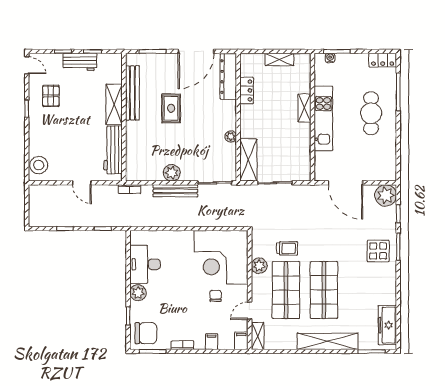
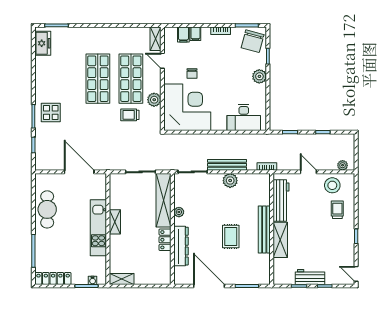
door: (196, 51) -> (209, 286), hinge flipped
shelving: (279, 59) -> (122, 279), moved
locker: (383, 60) -> (53, 278), width x1.53
dresser: (228, 77) -> (181, 246), moved
locker: (247, 91) -> (165, 240), moved
bench: (132, 93) -> (264, 230), moved
pallet: (51, 96) -> (335, 247), removed
shelving: (304, 108) -> (115, 222), moved
cafe table: (371, 113) -> (47, 209), moved
trolley: (48, 139) -> (337, 210), added
shelving: (248, 160) -> (164, 200), width x1.47
stool: (39, 165) -> (332, 185), moved
plant: (386, 195) -> (343, 165), moved, width x0.53, depth x0.53
desk: (145, 264) -> (244, 117), moved, turned 90
door: (250, 311) -> (162, 61), swing flipped
freezer: (387, 325) -> (43, 43), width x0.71
chair: (146, 333) -> (253, 41), turned -75
filing cabinet: (241, 341) -> (183, 34), moved
shelving: (328, 341) -> (95, 34), removed

